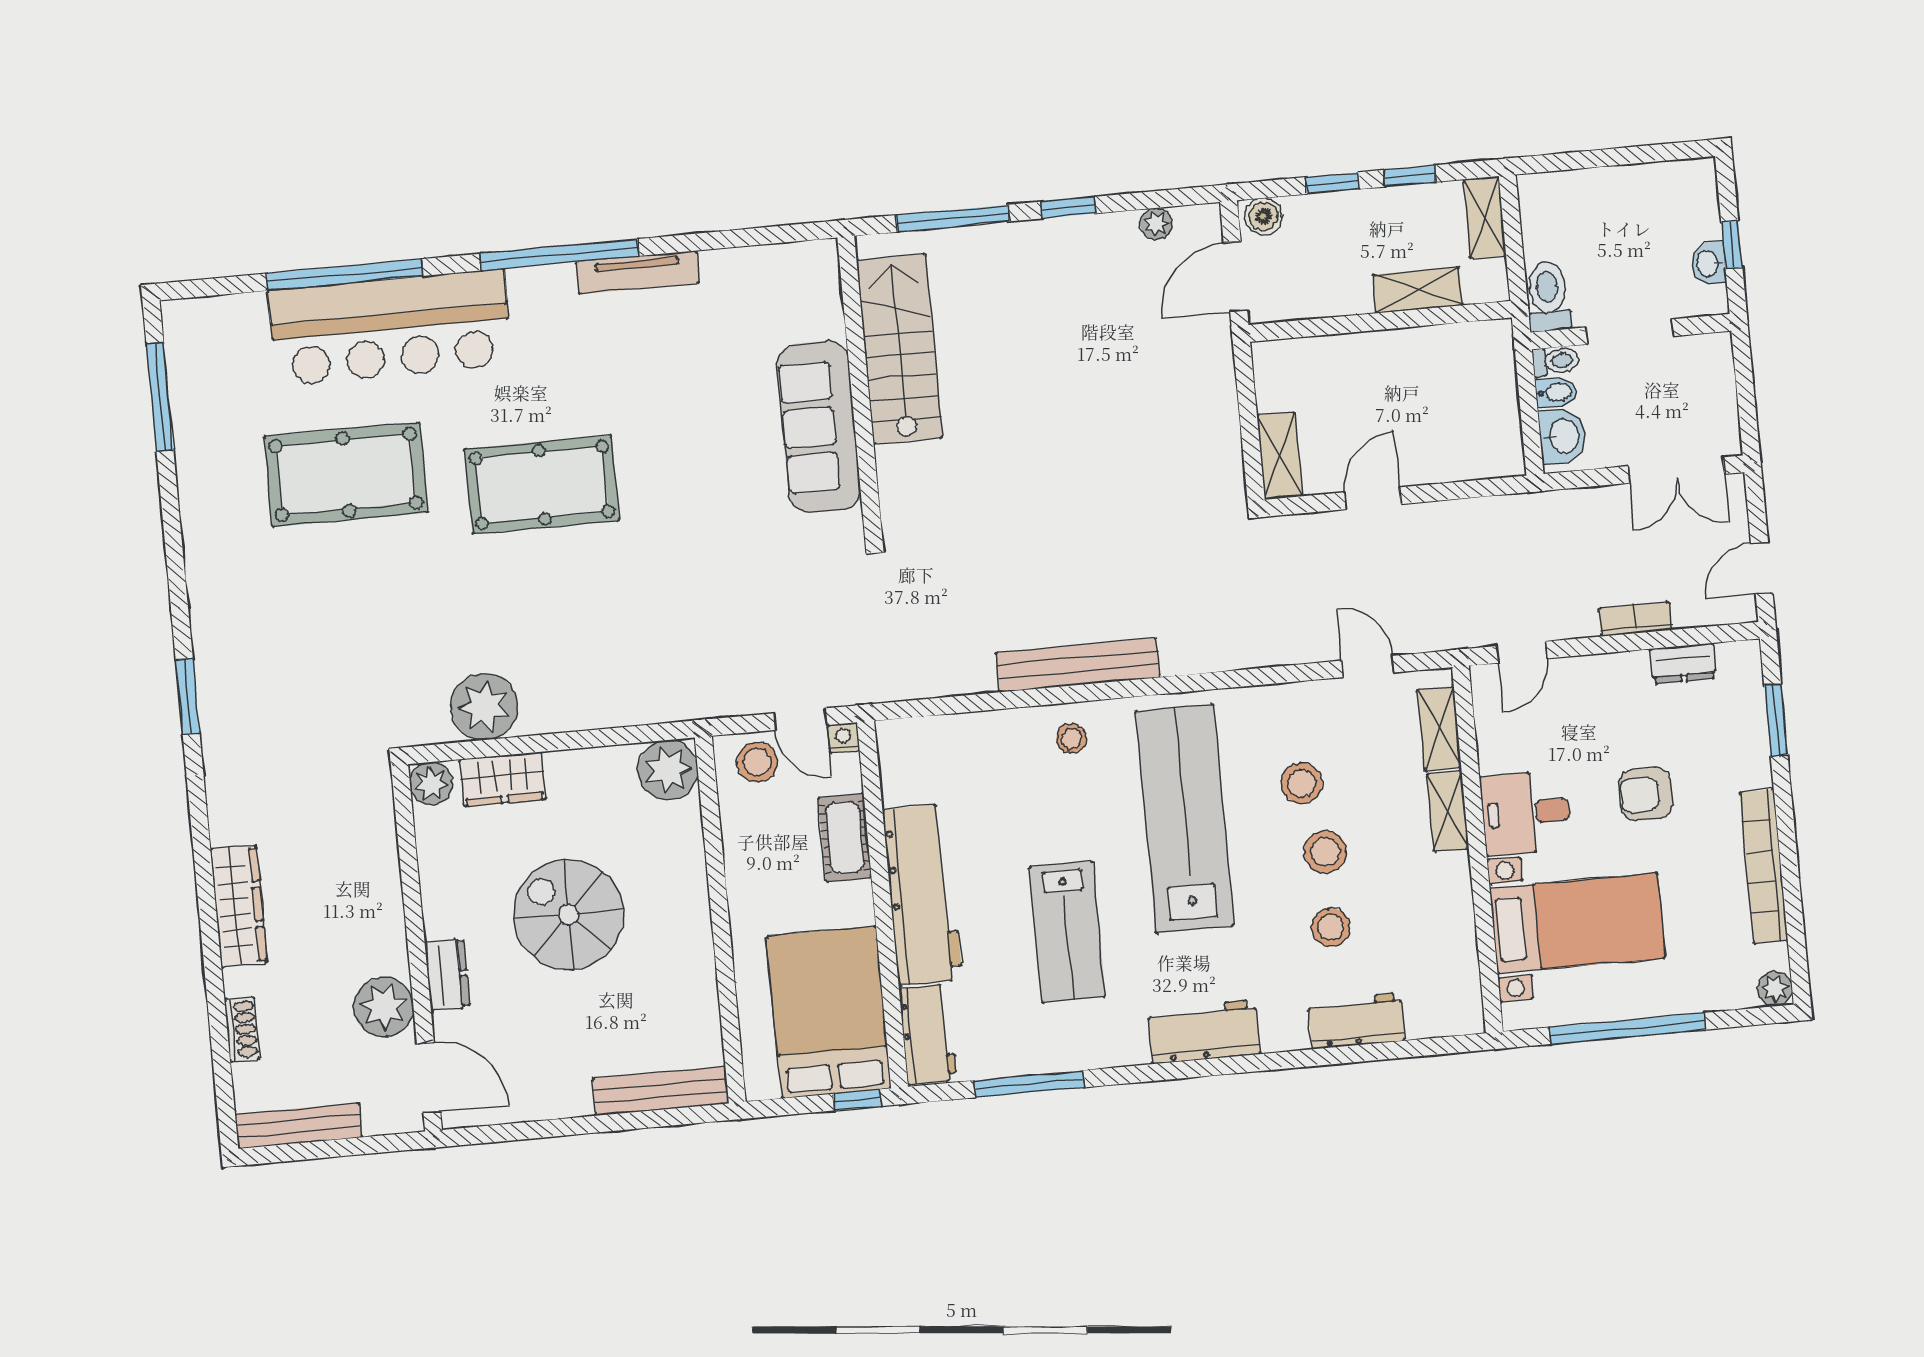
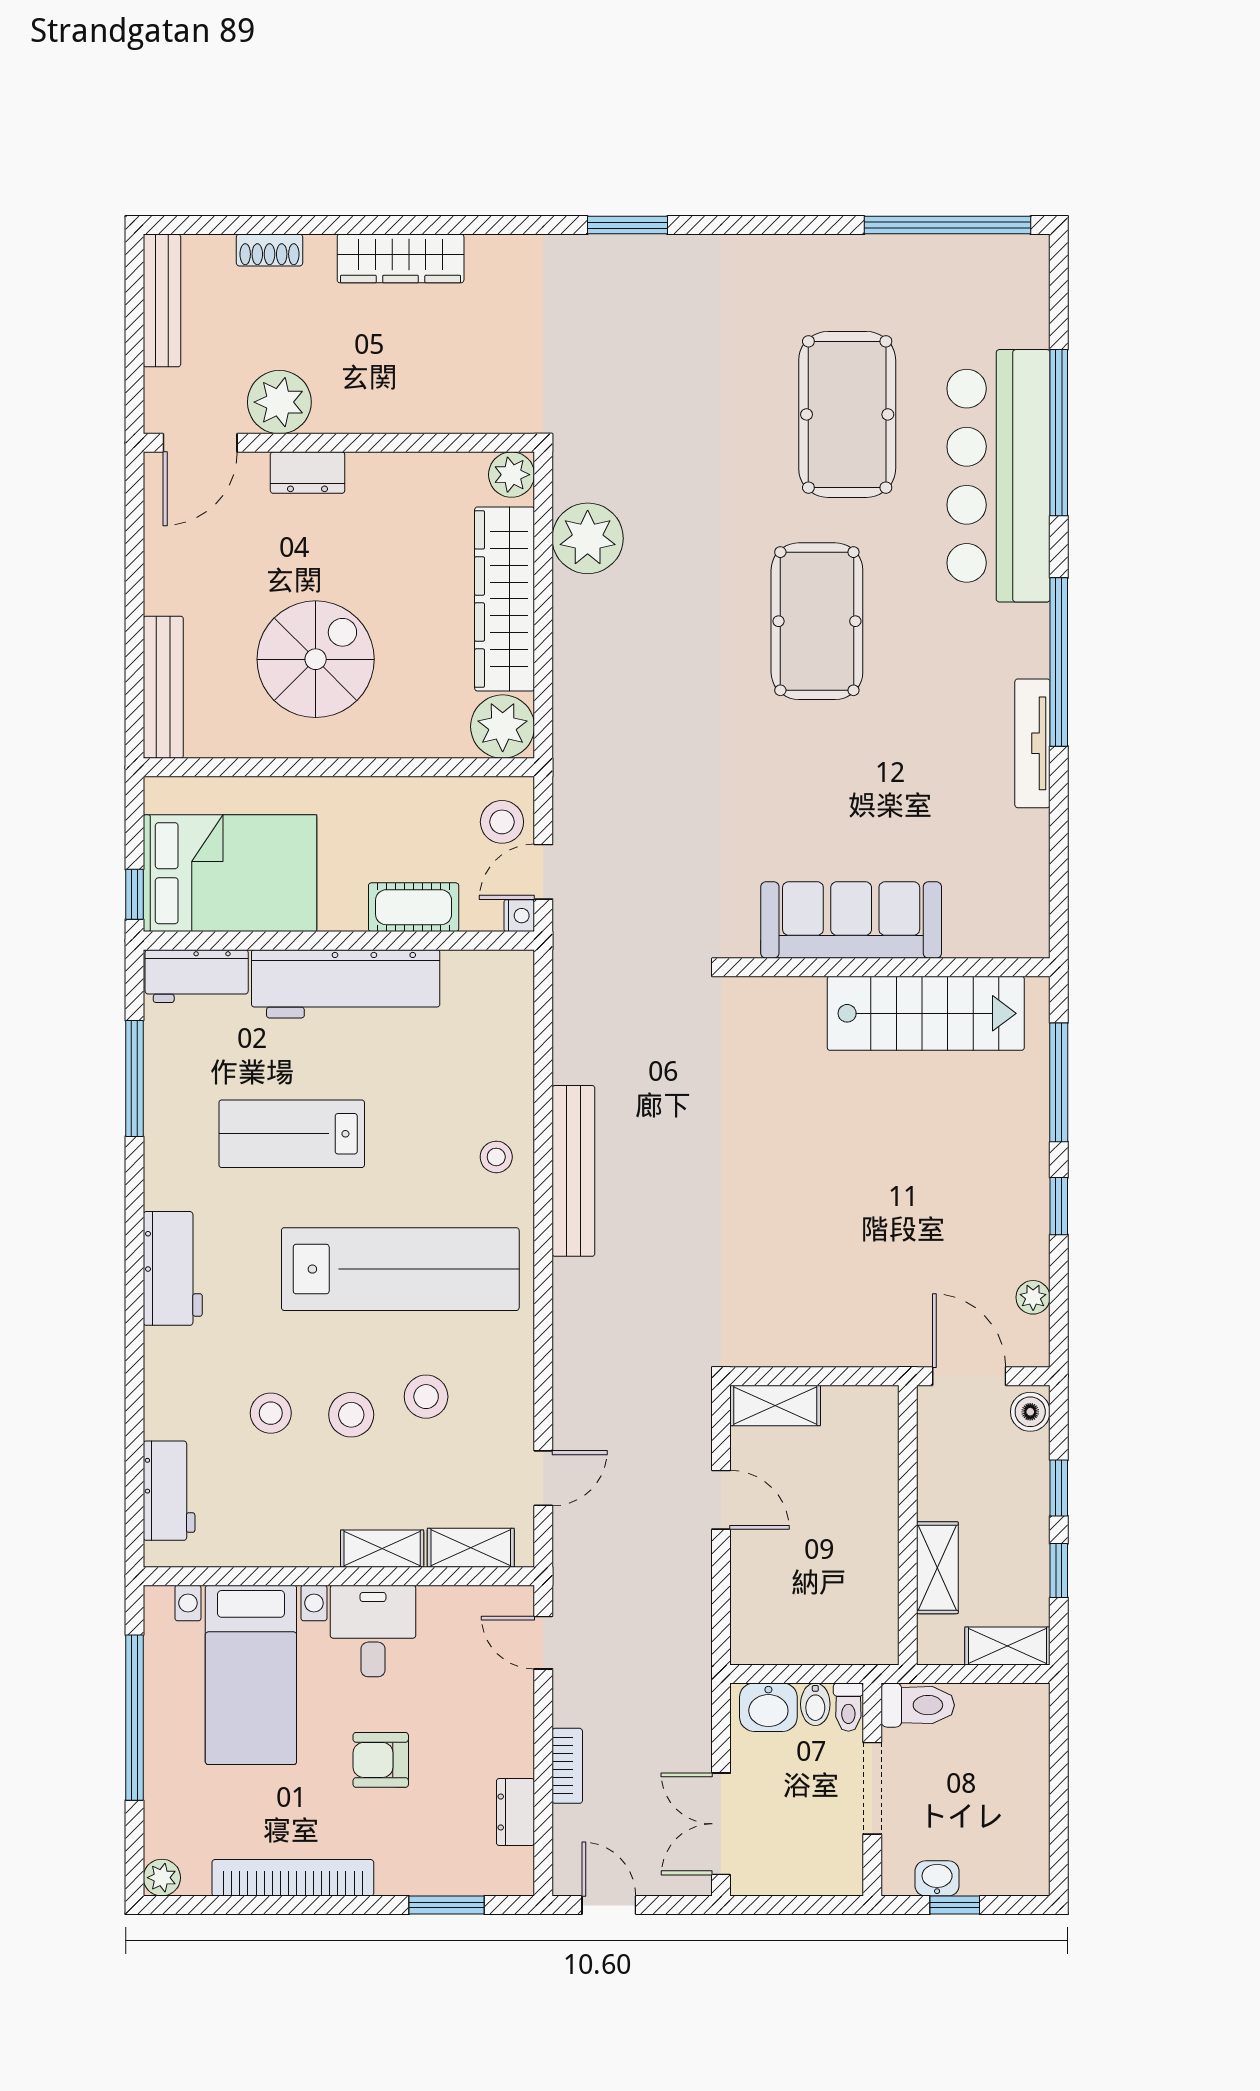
window: (160, 397) -> (947, 225), width x1.46
wardrobe: (503, 779) -> (505, 599), width x2.10, depth x1.17
armchair: (1646, 794) -> (381, 1760), turned -90
spiral stairs: (569, 915) -> (316, 659), moved
workbench: (1356, 1021) -> (169, 1491), moved

